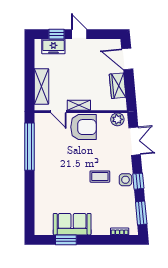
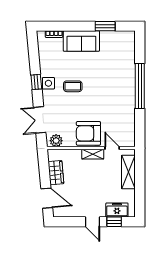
window: (29, 147) -> (140, 86), moved
window: (141, 213) -> (34, 52), removed
sofa: (72, 224) -> (81, 41), moved

